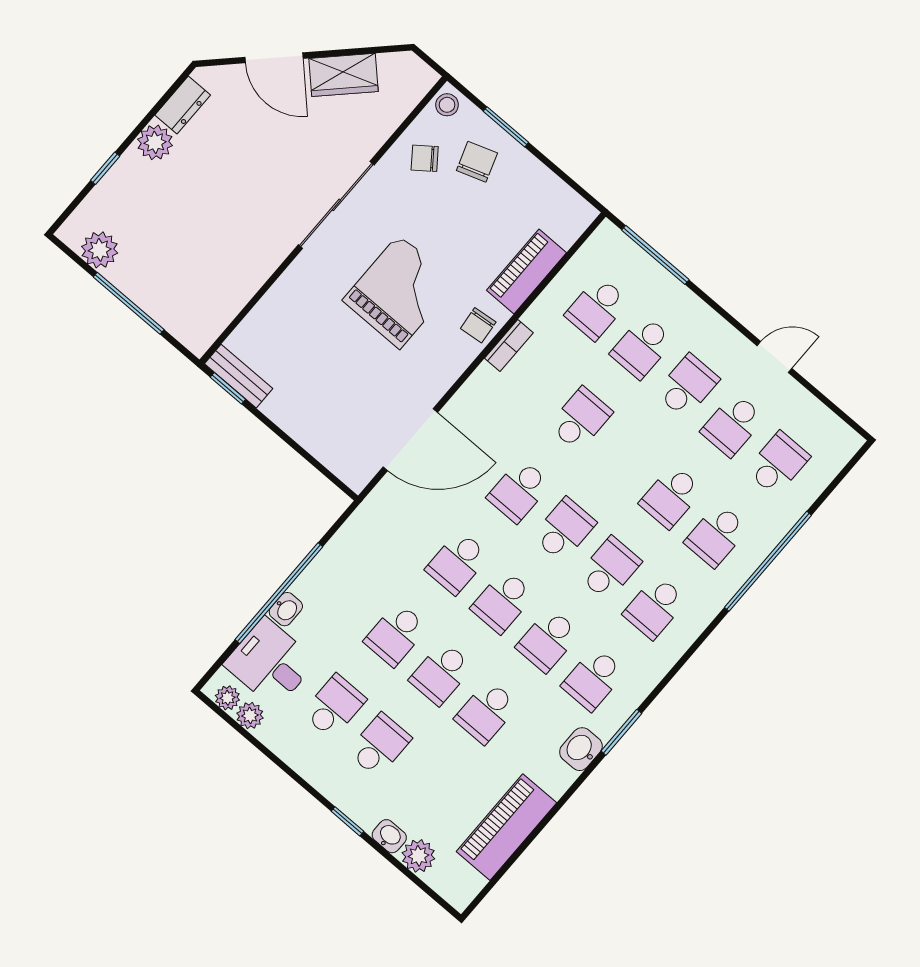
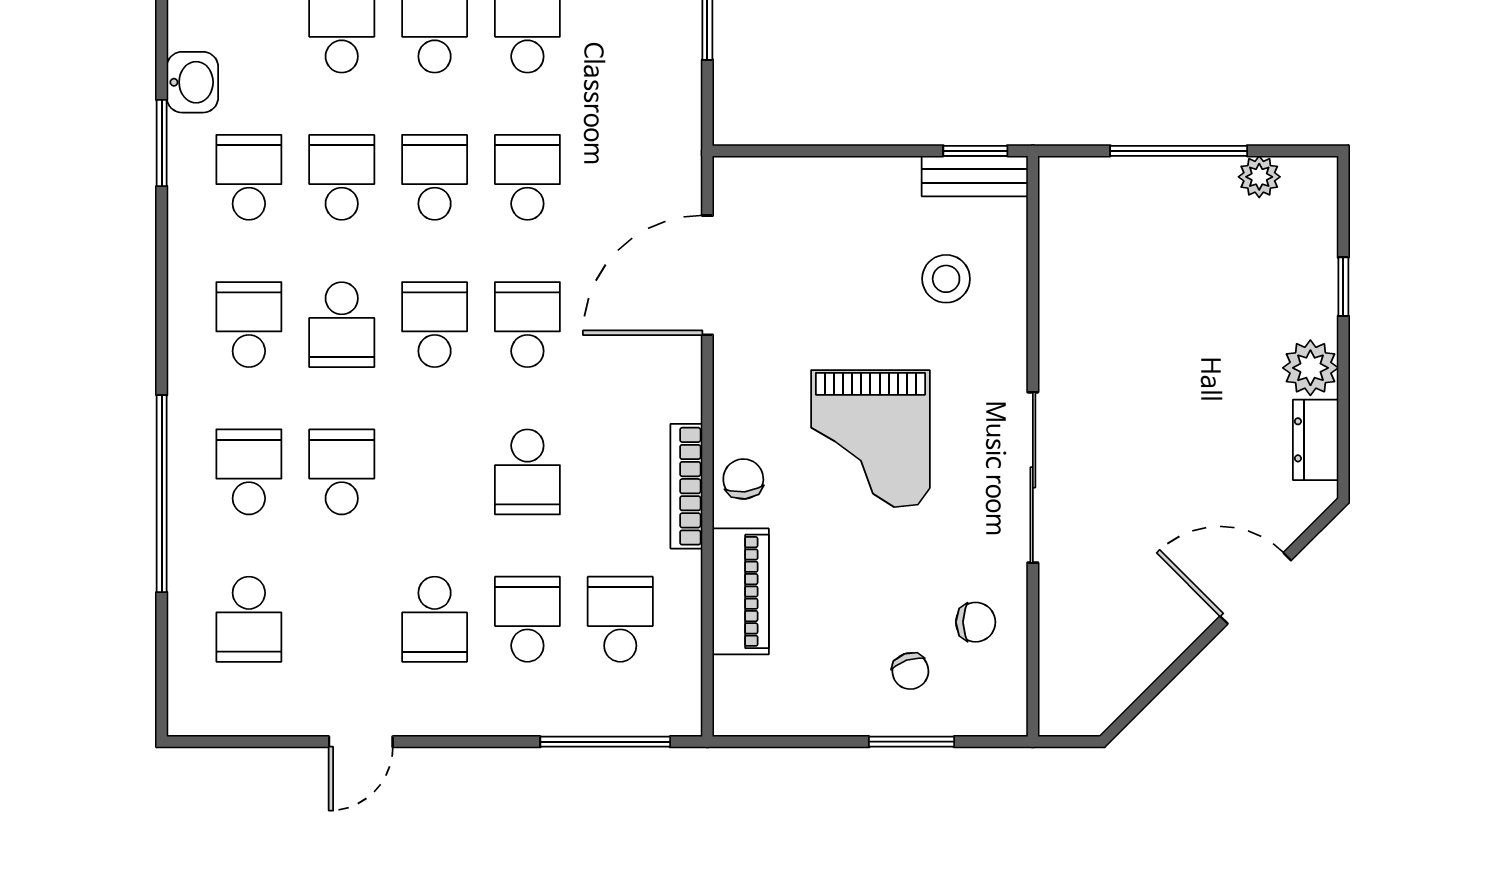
wardrobe: (343, 75) -> (1156, 638), removed
stool: (447, 105) -> (946, 279), moved, width x1.37, depth x1.37
chair: (425, 158) -> (976, 622), turned 37
chair: (477, 162) -> (910, 671), width x0.73, depth x0.73
plant: (100, 250) -> (1259, 177), width x0.73, depth x0.73
bookcase: (509, 345) -> (686, 486), width x1.56
school desk: (733, 425) -> (342, 619), removed
school desk: (564, 530) -> (435, 325), turned 180

